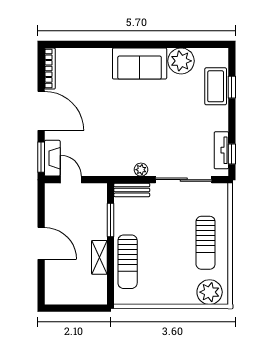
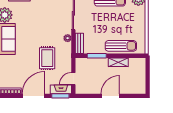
rug: (106, 134) -> (47, 58), added

